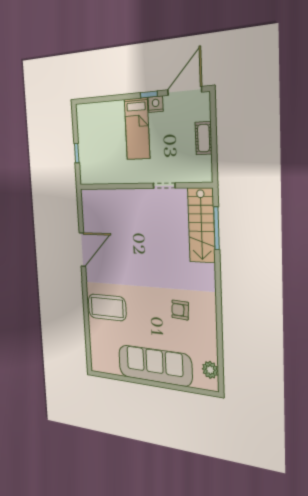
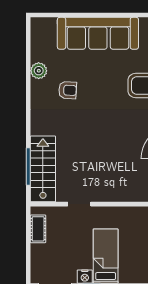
cot: (204, 138) -> (38, 229), moved
plant: (210, 370) -> (39, 71), moved

